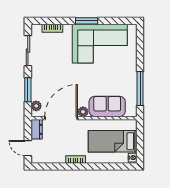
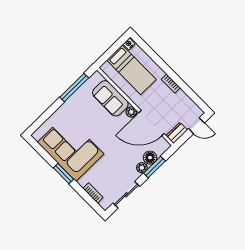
floor lamp: (38, 93) -> (150, 158), added
plant: (36, 106) -> (142, 168), moved
door: (28, 148) -> (196, 126), hinge flipped

